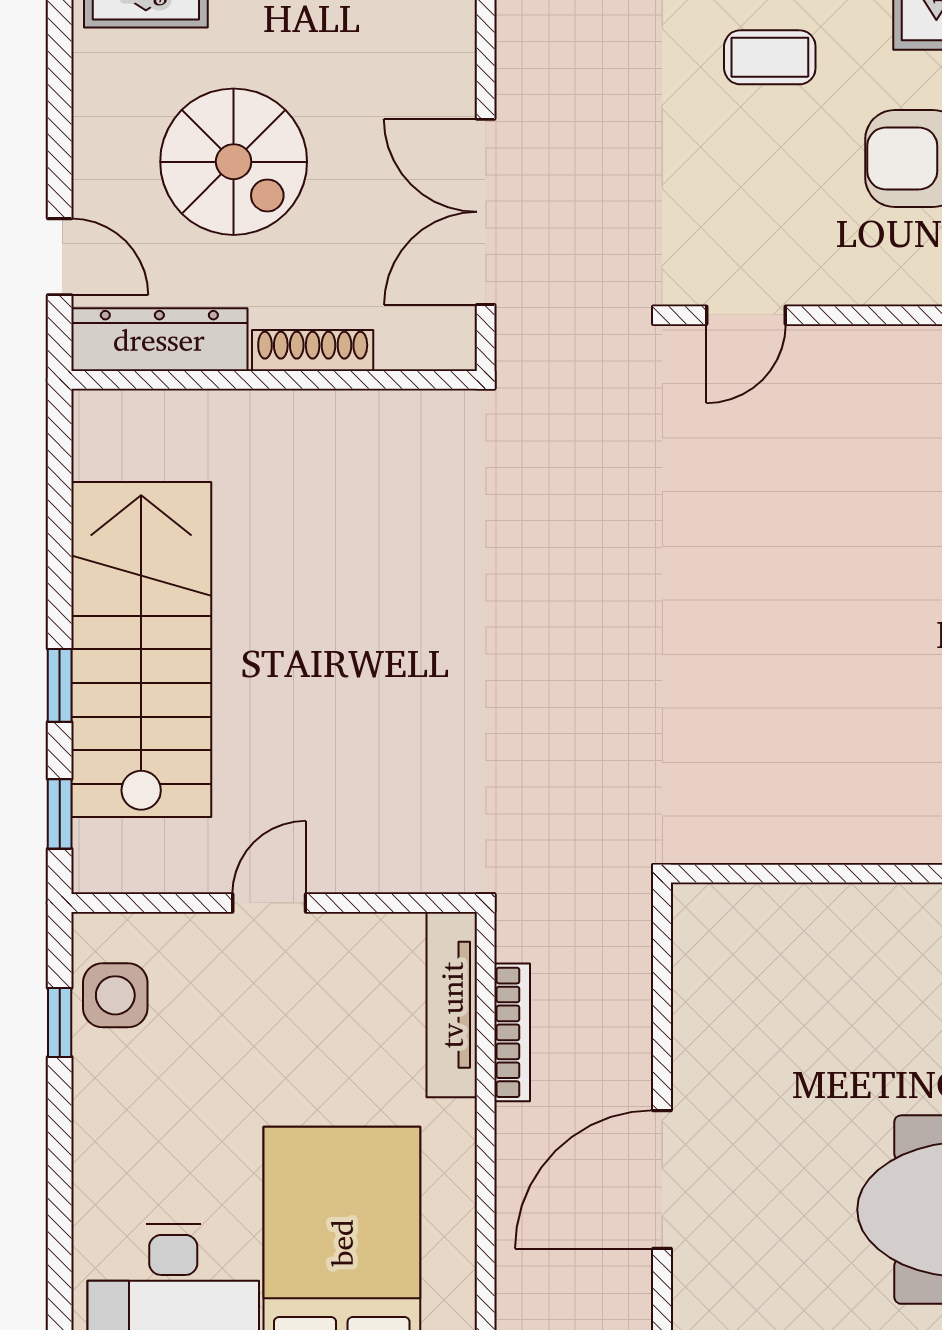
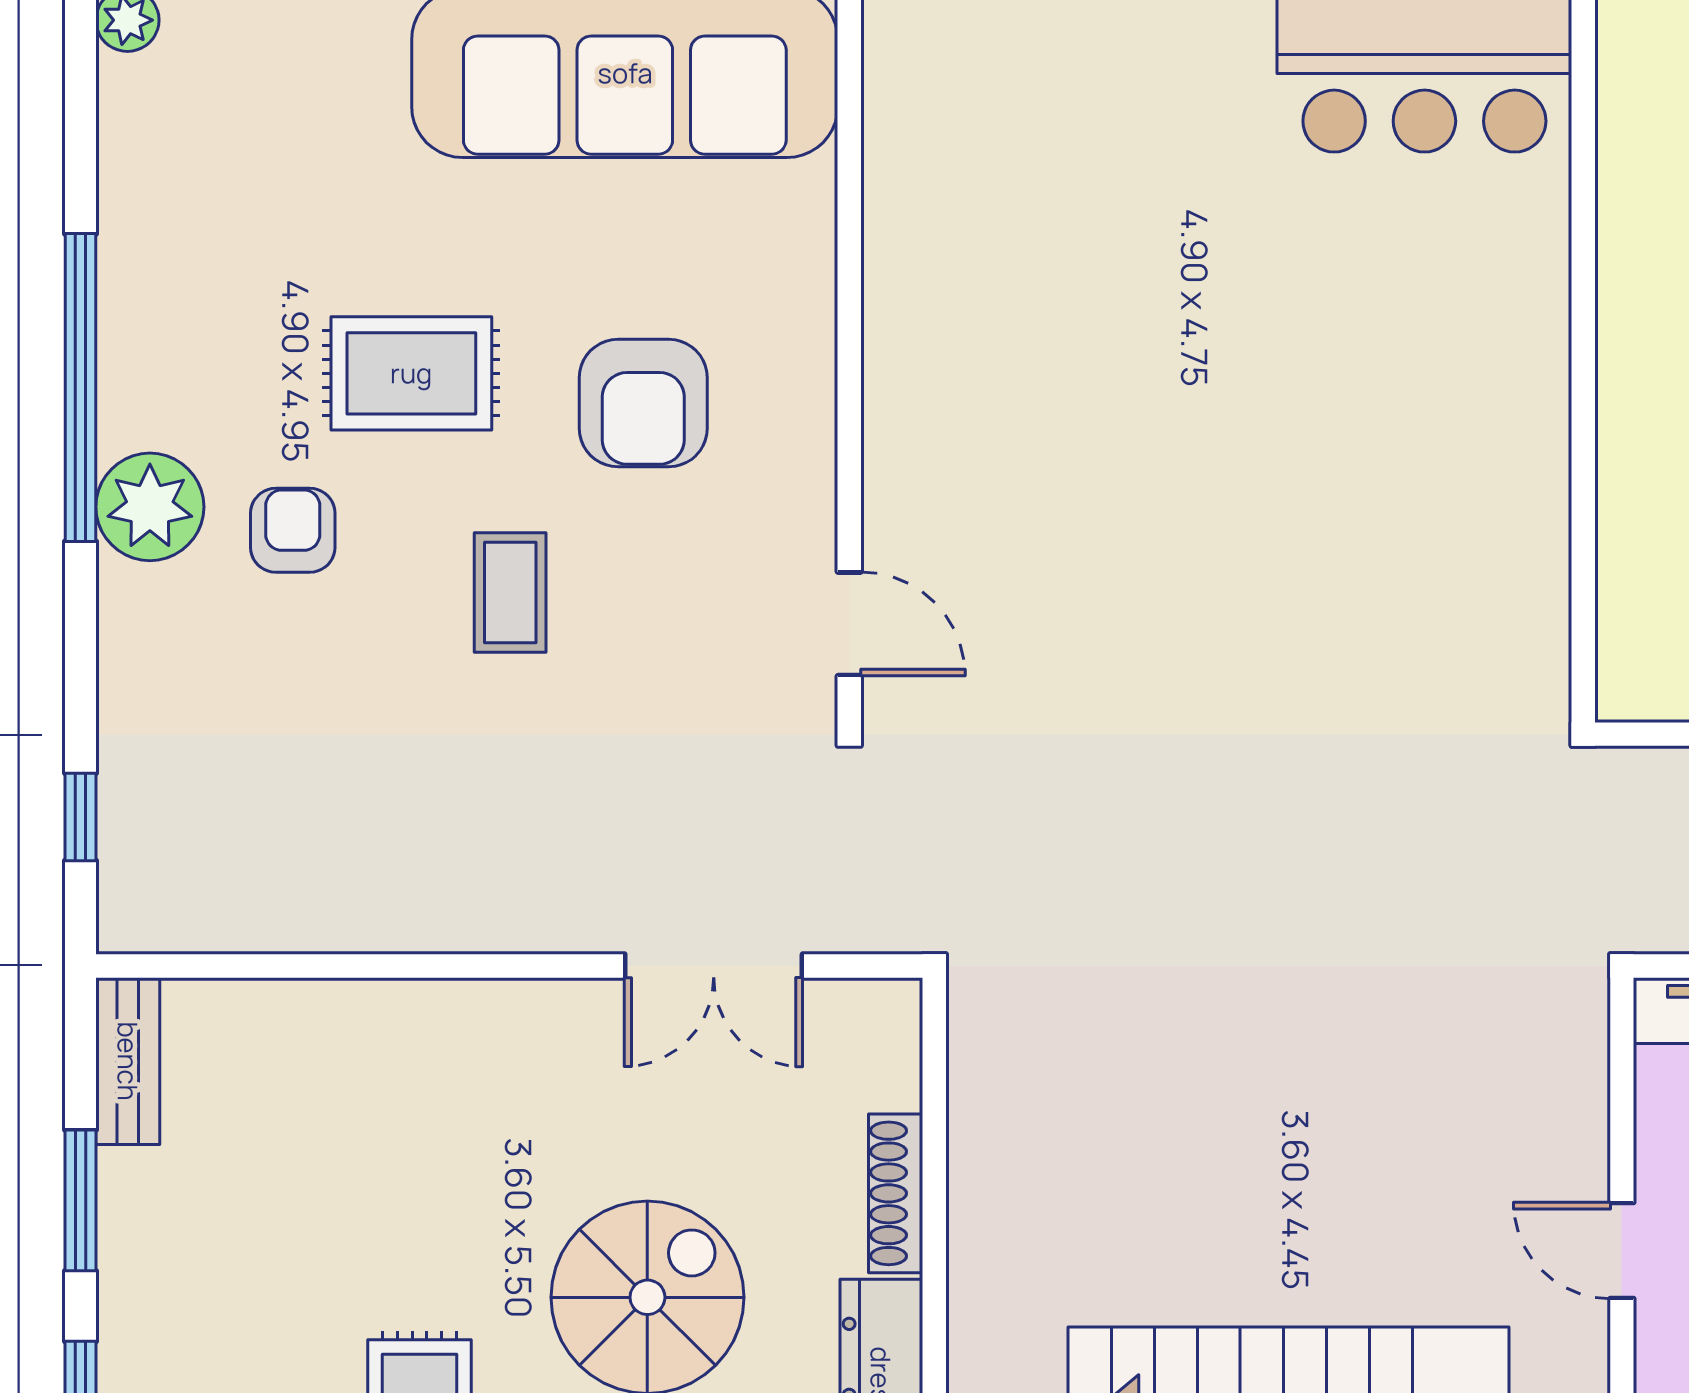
double door: (486, 212) -> (714, 966), width x0.73

